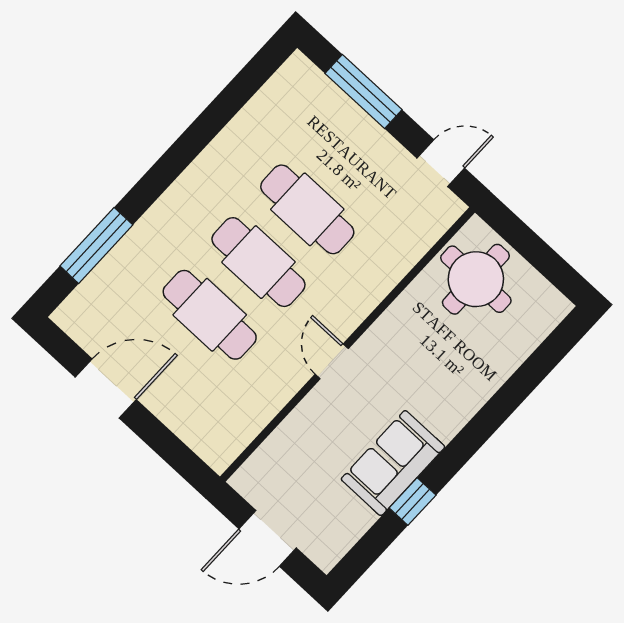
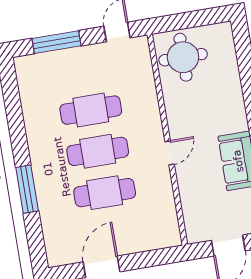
window: (96, 245) -> (27, 189), moved
door: (332, 361) -> (170, 153), swing flipped

